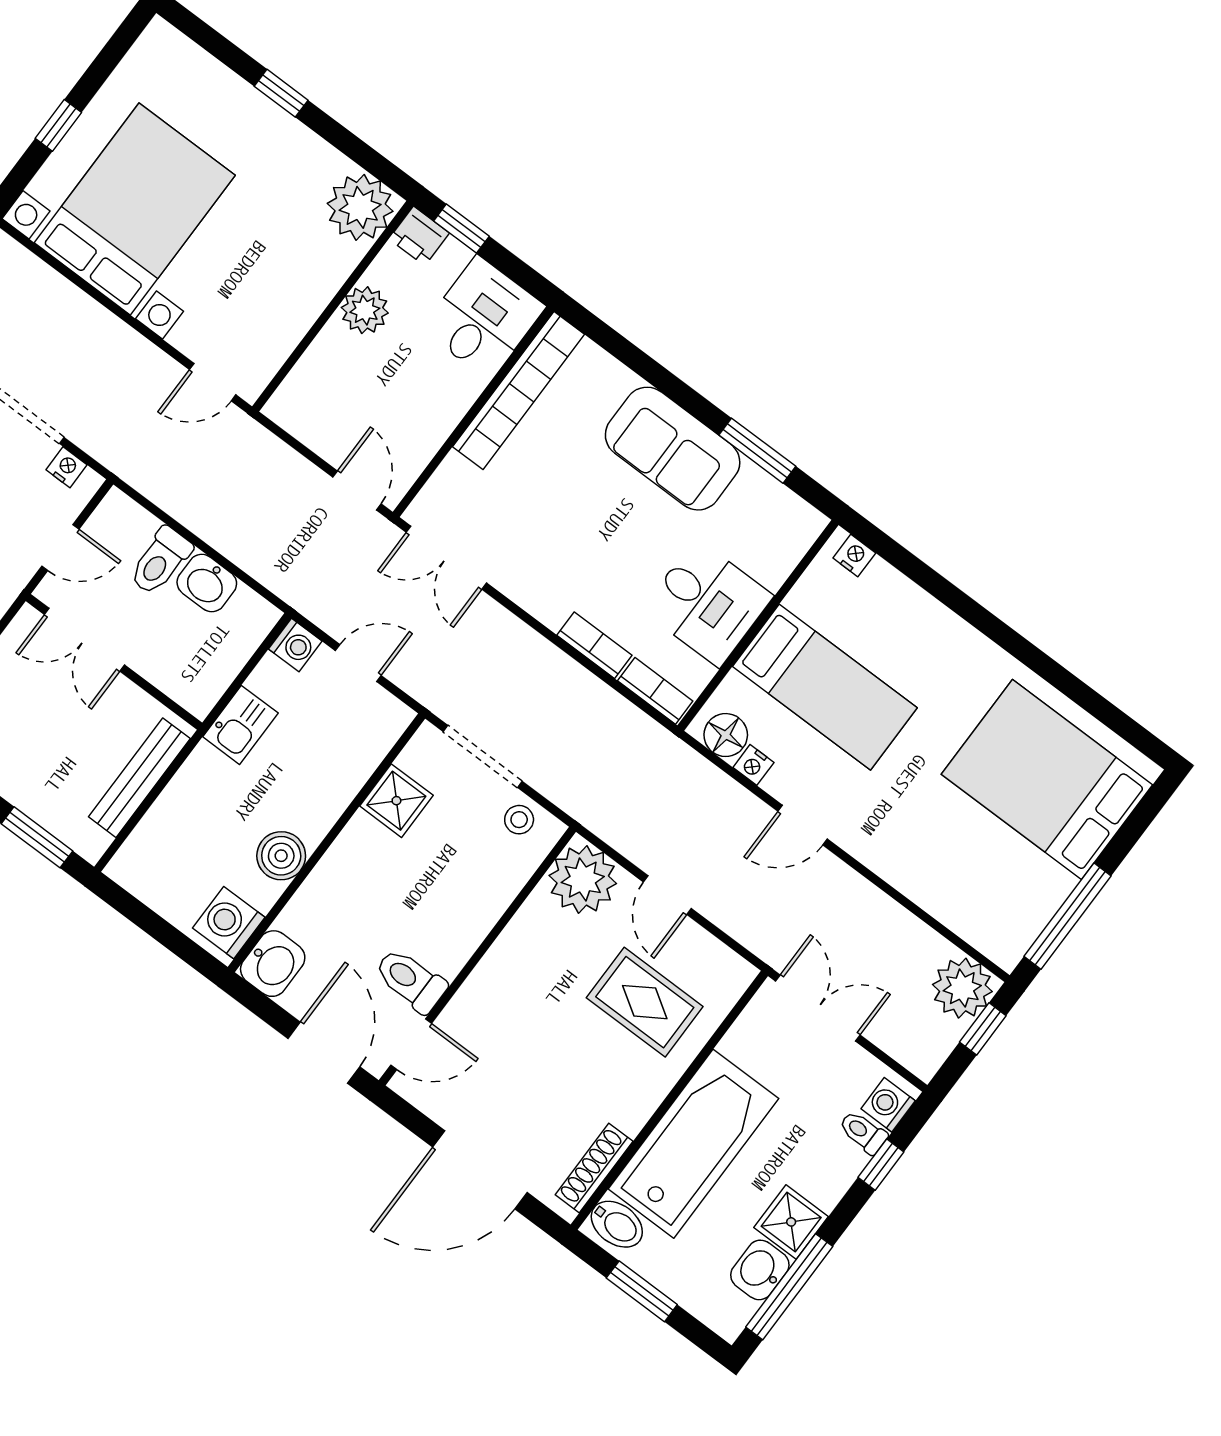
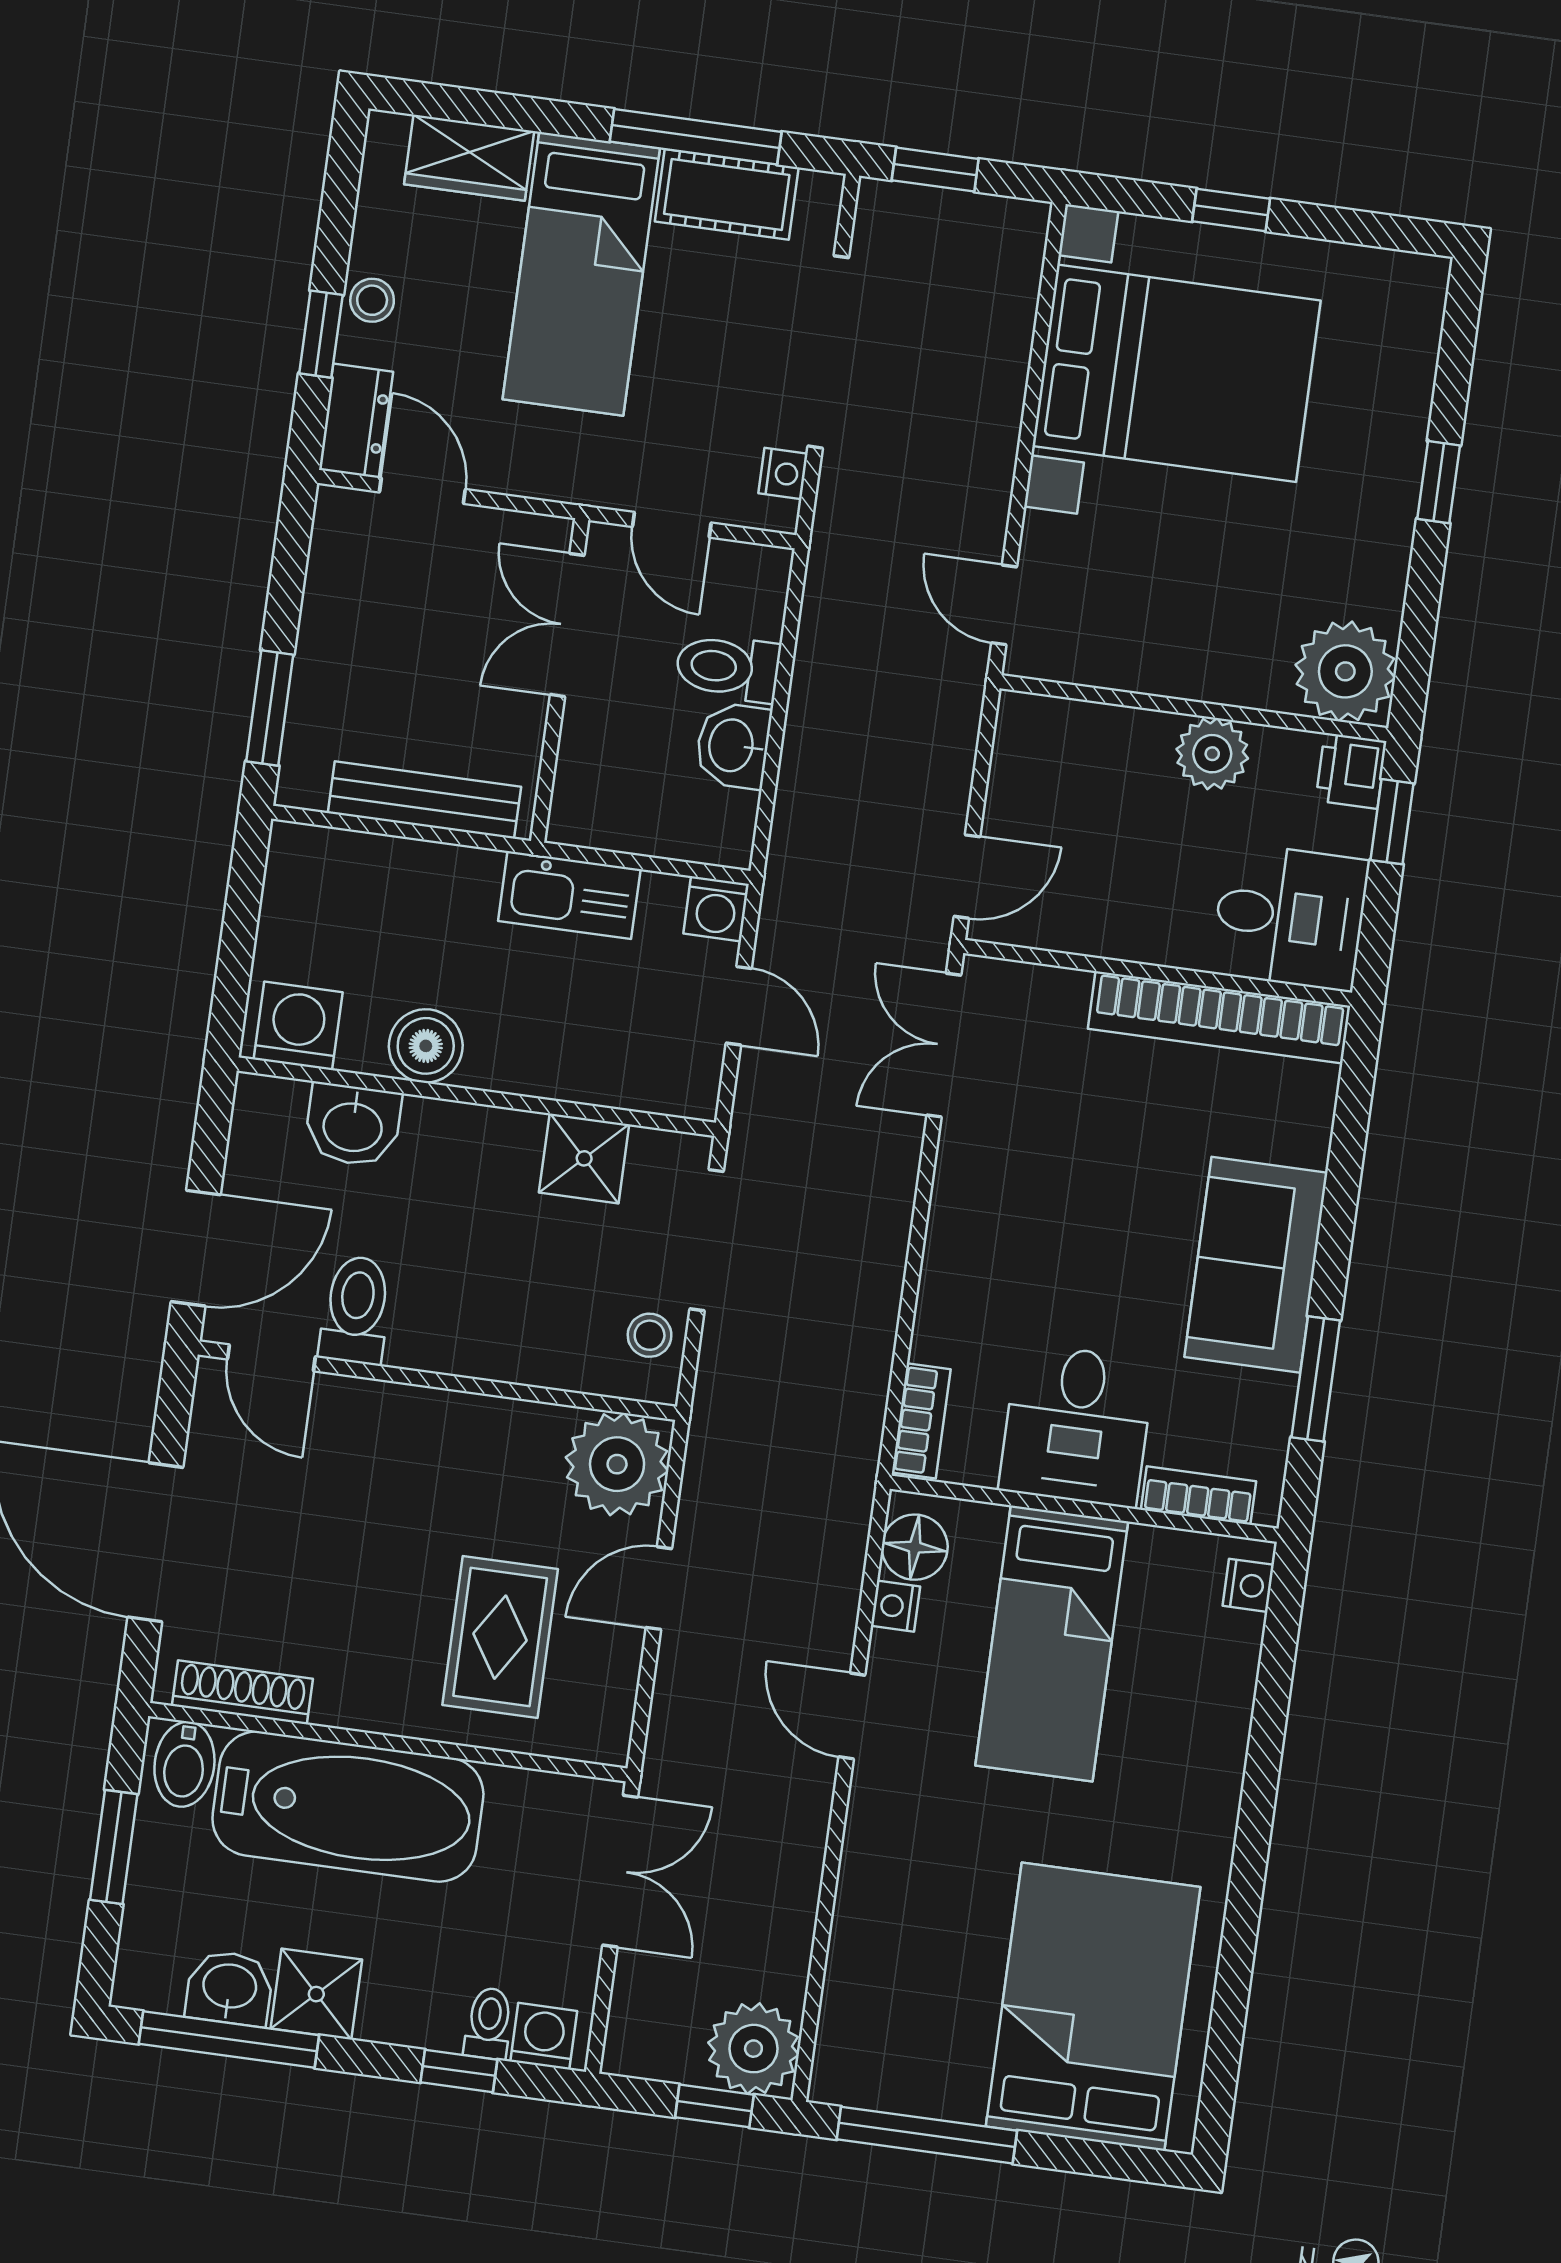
bookcase: (594, 645) -> (1198, 1496), moved, turned -90
kitchen sink: (240, 725) -> (569, 895), width x1.38
washbasin: (273, 964) -> (353, 1125), moved

